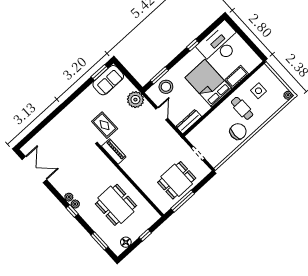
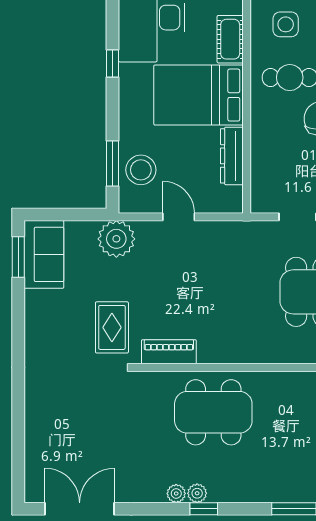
dresser: (189, 122) -> (232, 156), moved
rug: (105, 125) -> (112, 327), turned 90
dining table: (116, 205) -> (213, 412), moved

